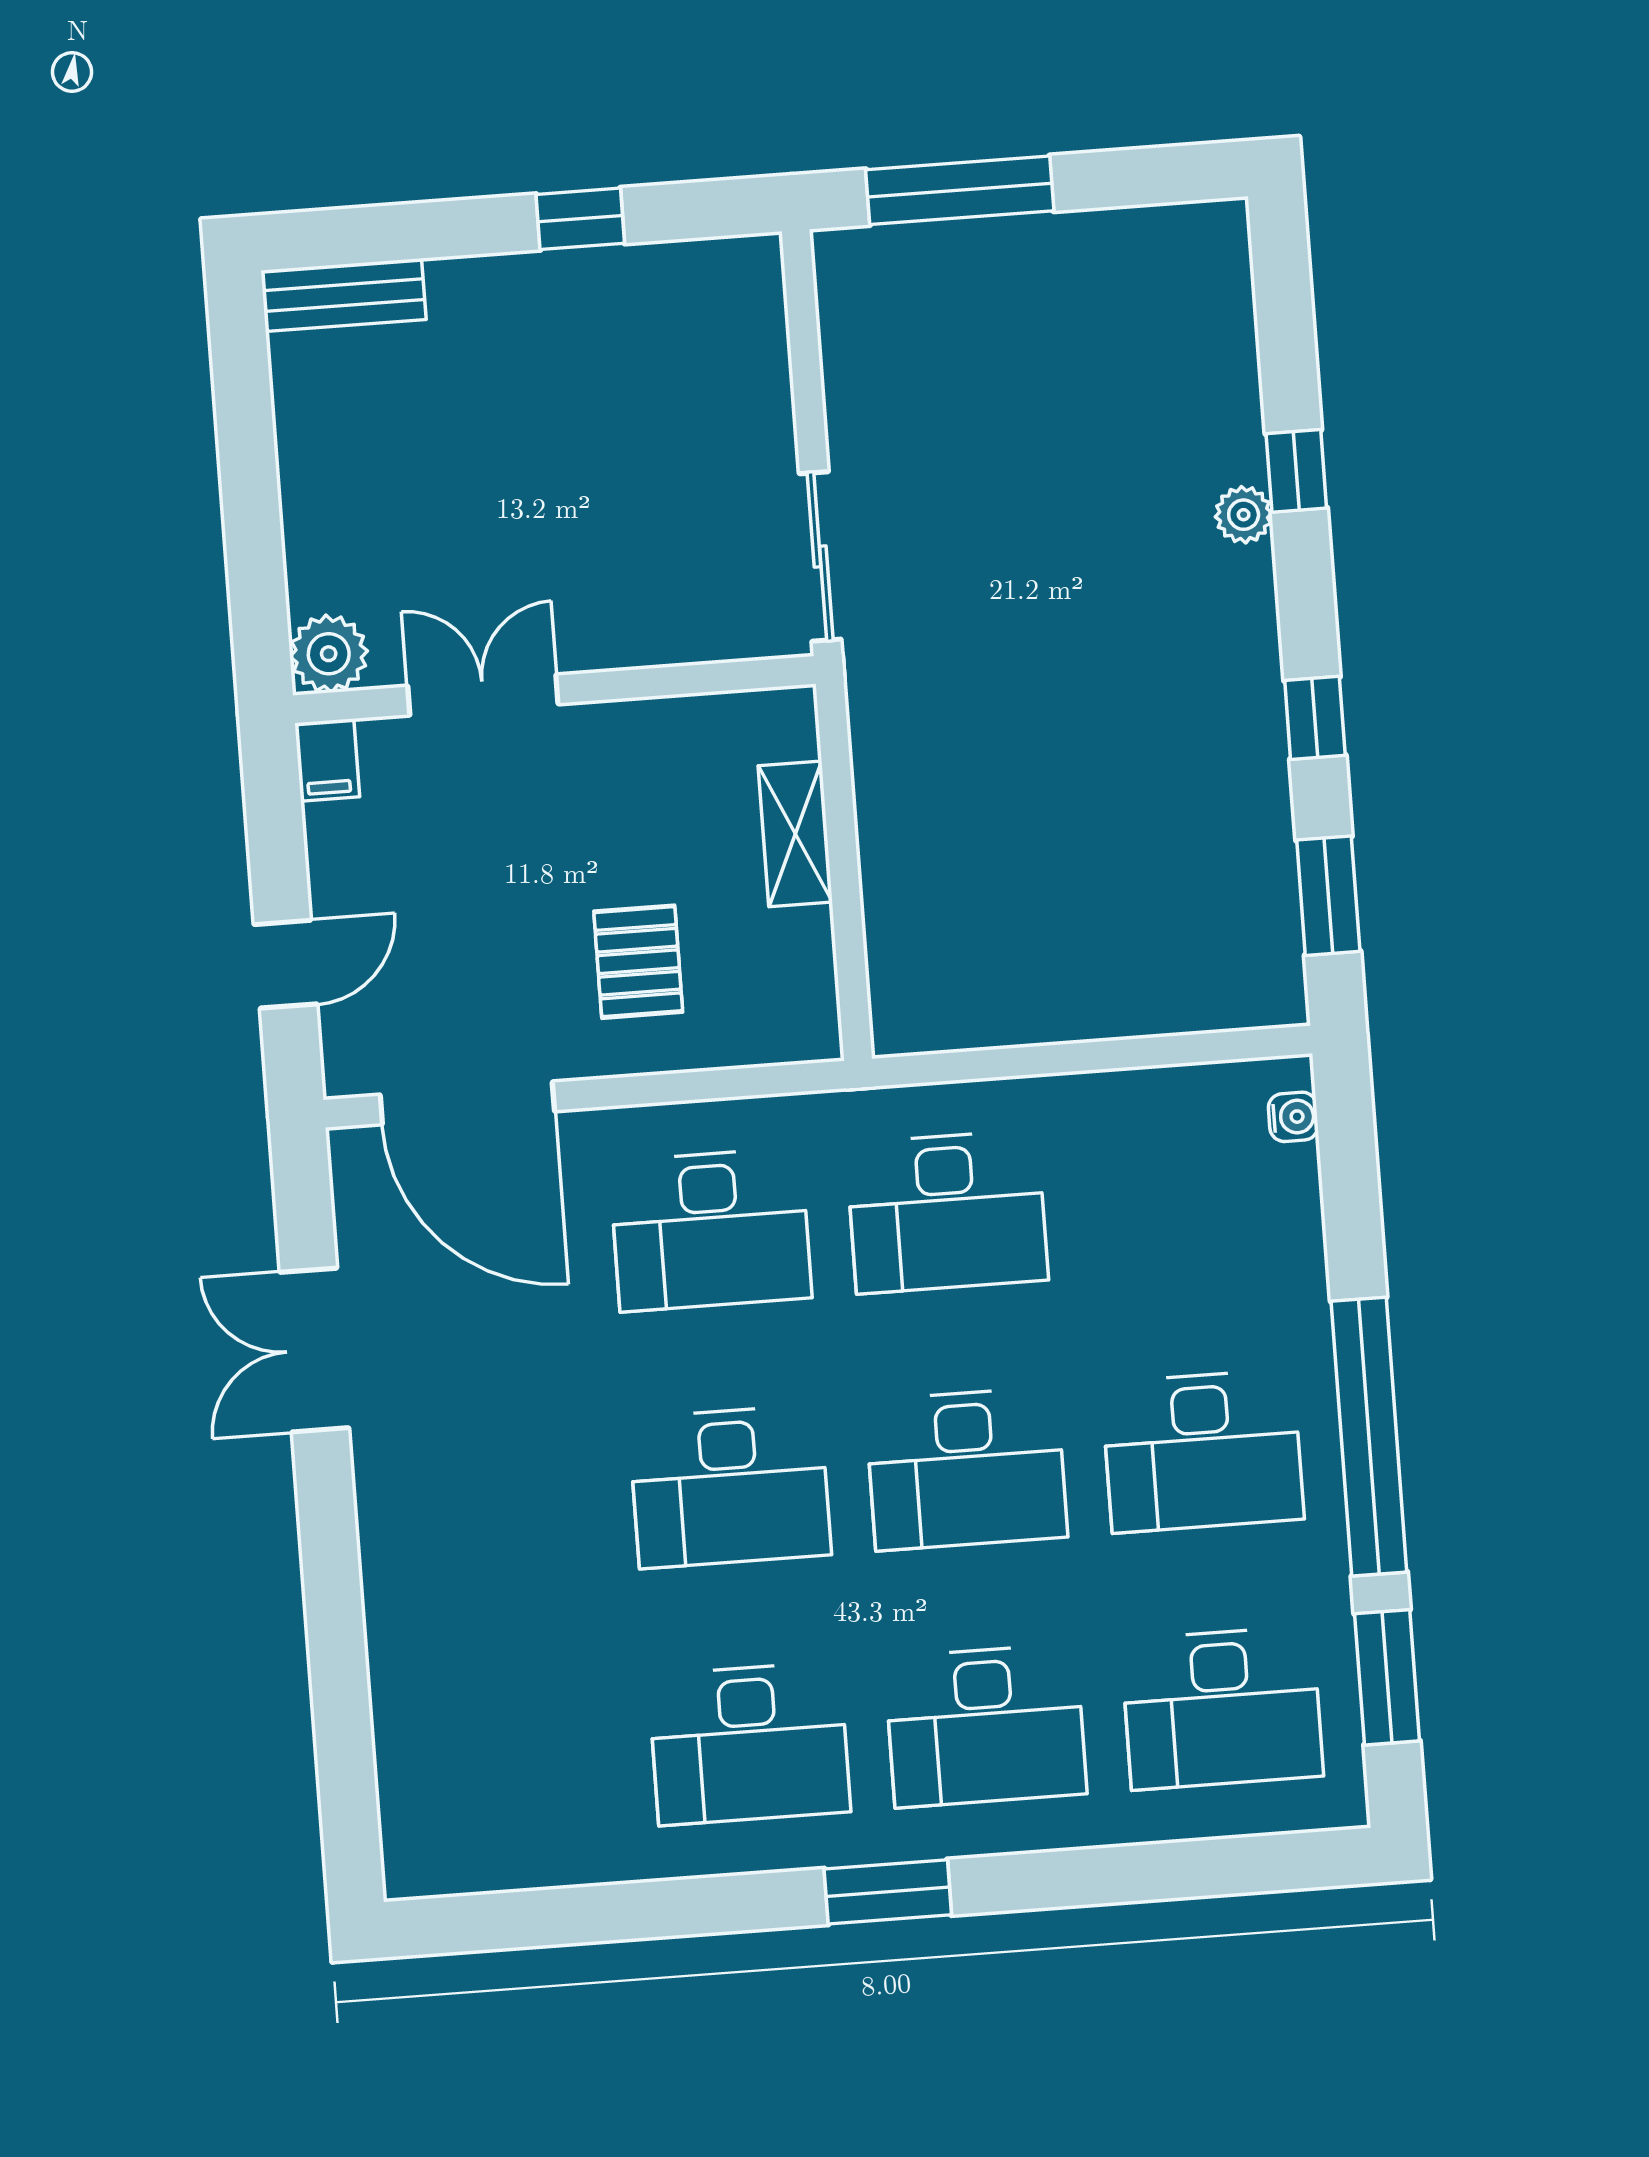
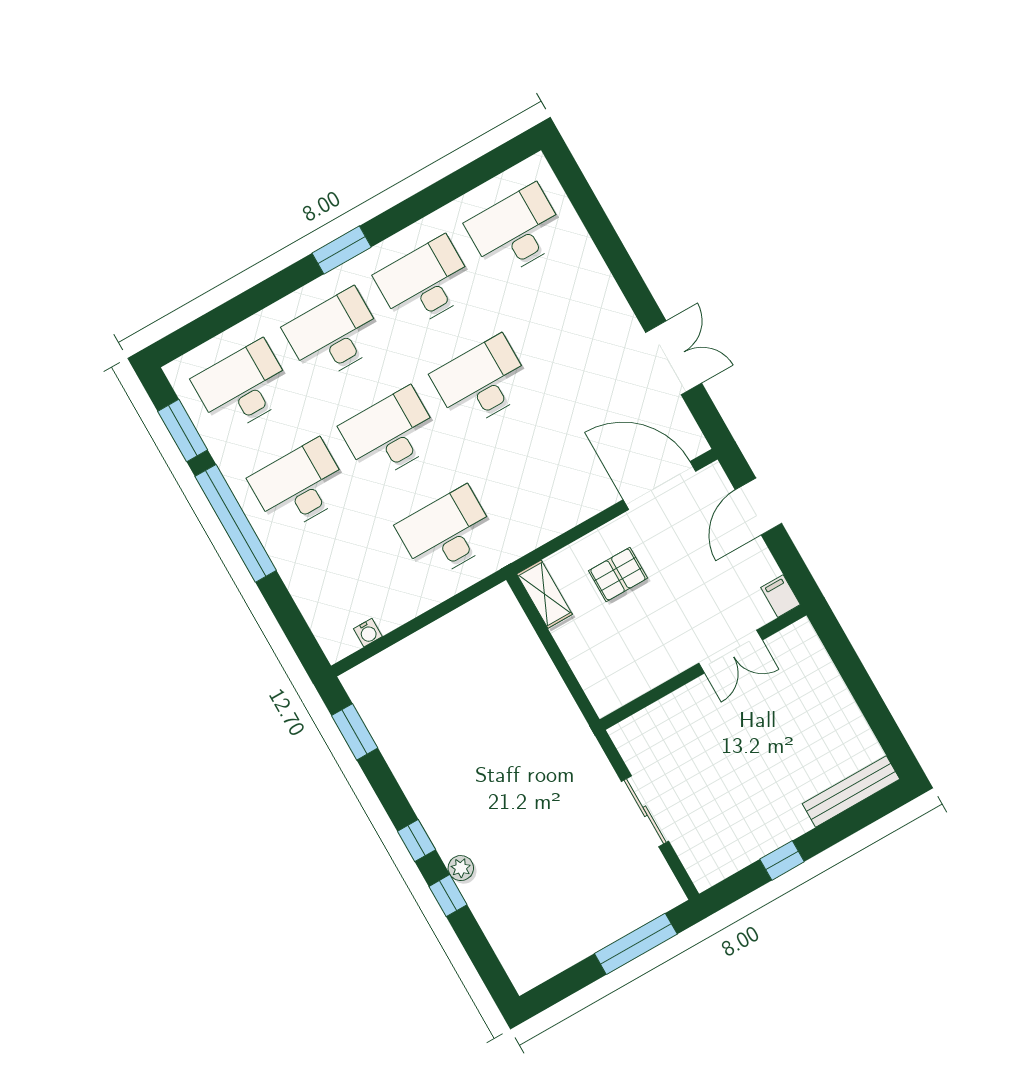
bench: (343, 295) -> (851, 791), width x1.36
sliding door: (820, 556) -> (645, 811), moved
plant: (329, 654) -> (800, 639), removed
window: (1315, 718) -> (417, 841), moved
shelving: (795, 834) -> (544, 594), moved
pallet: (638, 962) -> (618, 574), turned 90
door: (285, 964) -> (758, 507), width x1.38
water cooler: (1293, 1117) -> (368, 633), moved, turned -90
desk: (711, 1230) -> (516, 231), moved

